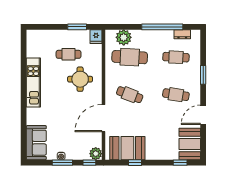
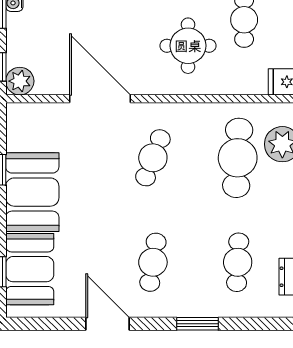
booth: (190, 144) -> (30, 269), moved, turned 90
booth: (127, 148) -> (32, 192), moved

